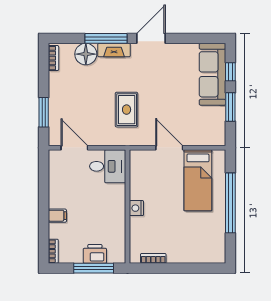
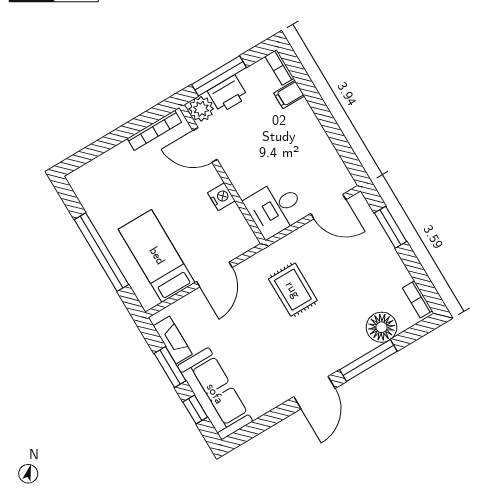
fireplace: (114, 50) -> (173, 340), moved, turned 90
door: (169, 148) -> (214, 275), hinge flipped
nightstand: (136, 208) -> (221, 197), moved
filing cabinet: (57, 216) -> (289, 94), moved
door: (128, 231) -> (205, 145), added
plant: (117, 254) -> (201, 109), added
bookcase: (153, 258) -> (154, 130), width x1.56

